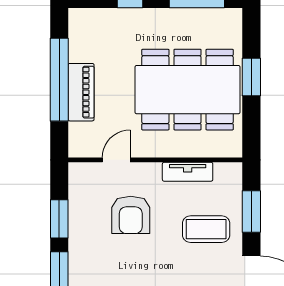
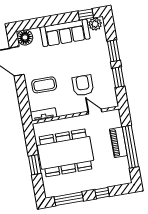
door: (116, 160) -> (95, 112), swing flipped
tv unit: (188, 172) -> (43, 115), moved
window: (251, 212) -> (23, 98), removed

